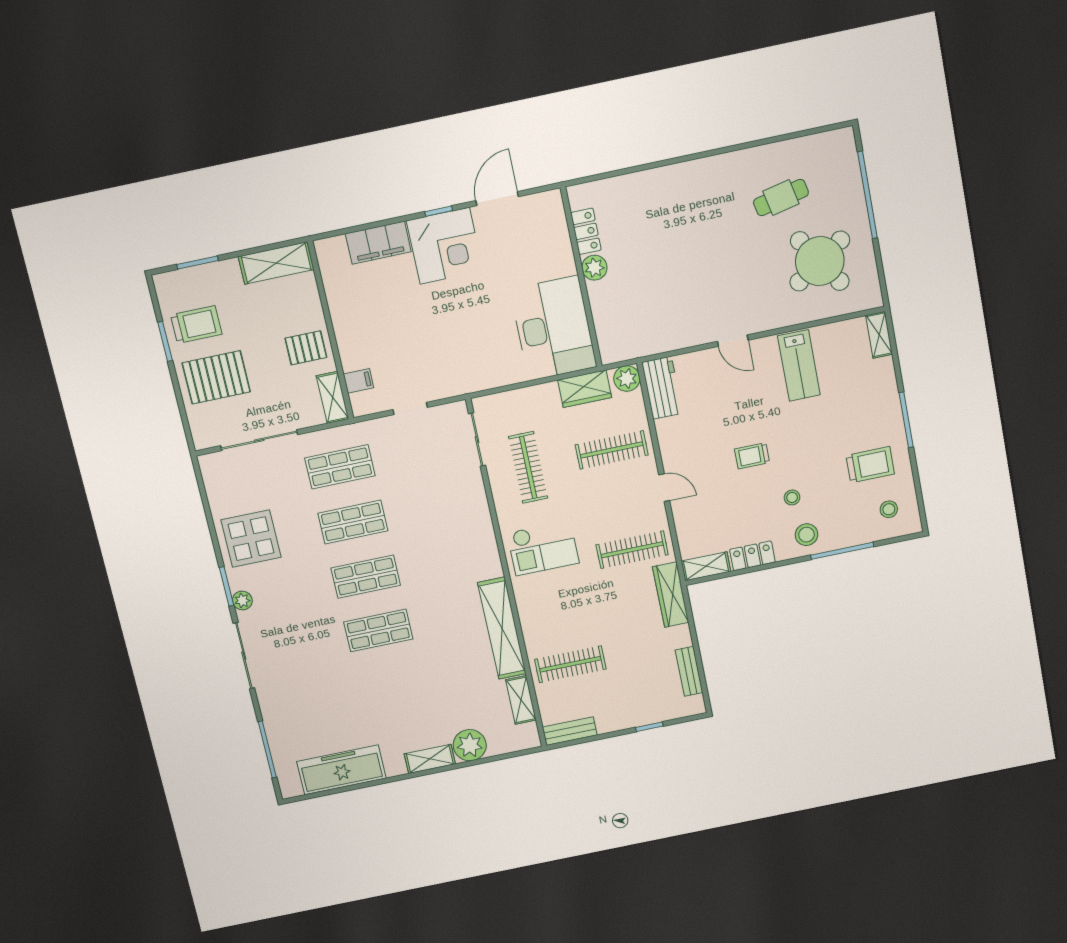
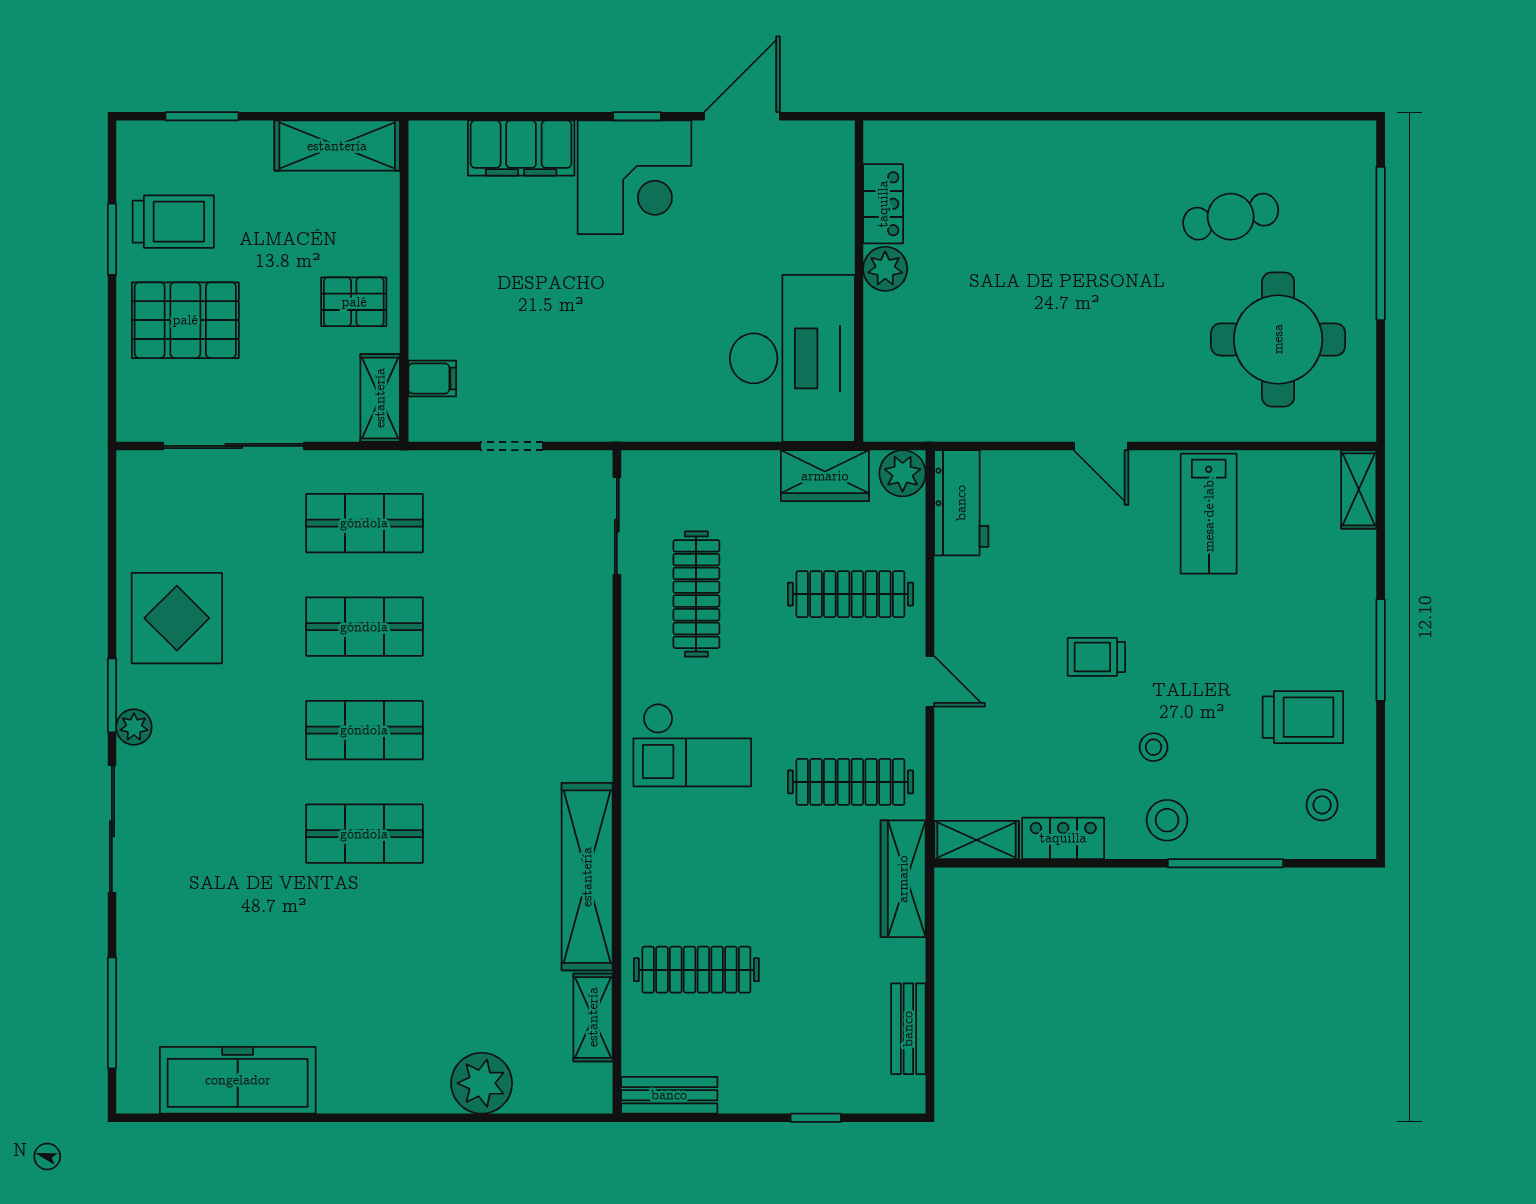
round table: (820, 261) -> (1278, 339), turned 34
shelving: (430, 759) -> (403, 1094), removed

